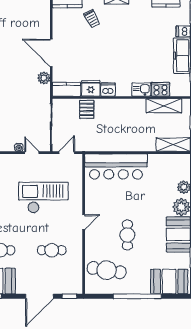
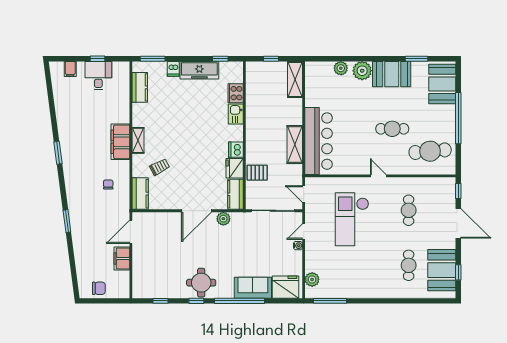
shelving: (164, 106) -> (295, 144), moved
cafe table: (107, 270) -> (430, 151), turned 76

